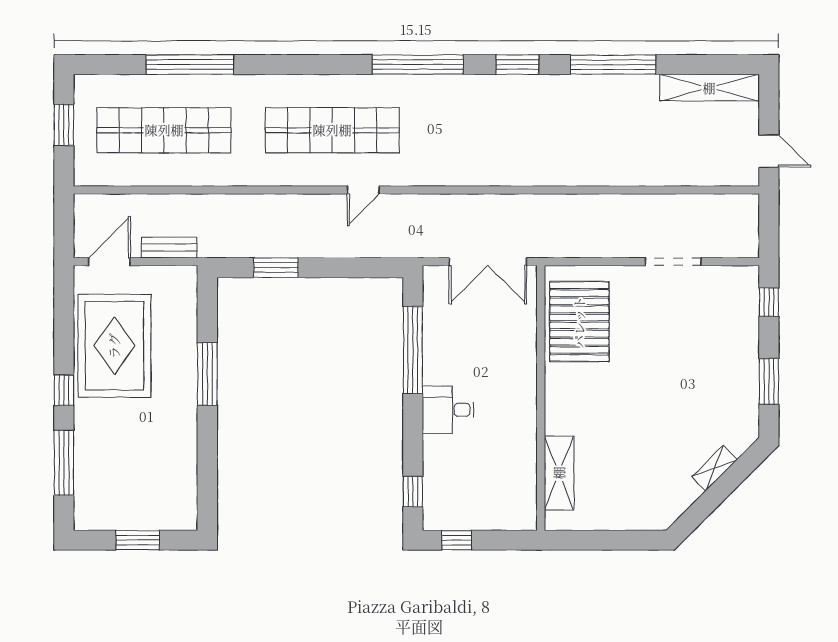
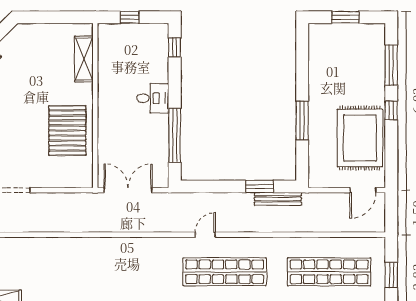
bench: (169, 248) -> (278, 199), moved, width x1.36
pallet: (579, 322) -> (67, 130), moved
window: (457, 540) -> (130, 17), moved

